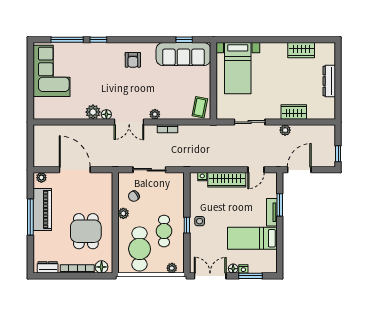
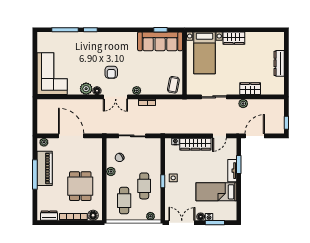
wardrobe: (301, 50) -> (234, 38), moved
armchair: (133, 60) -> (111, 72), moved
corner sofa: (51, 71) -> (52, 74), moved
cafe table: (140, 249) -> (124, 201), width x0.73, depth x0.74

